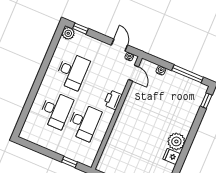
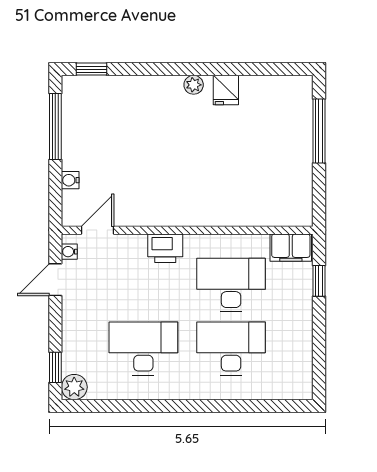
plant: (176, 141) -> (194, 85), width x0.53, depth x0.53
filing cabinet: (90, 156) -> (291, 248), added

